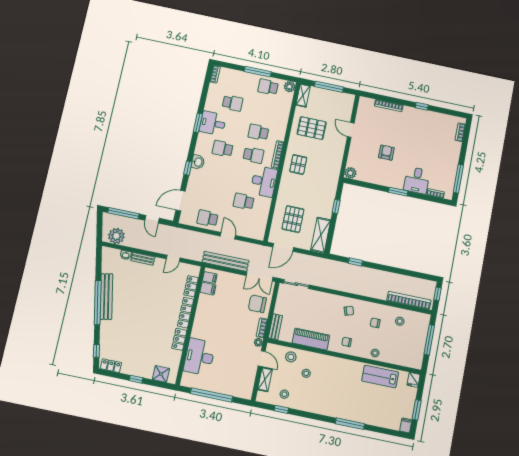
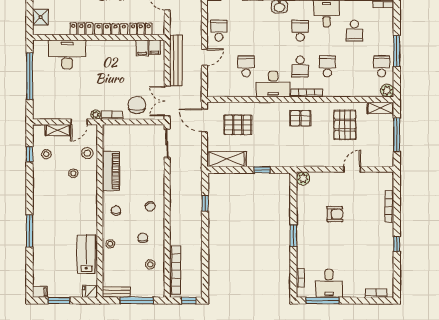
desk: (417, 180) -> (329, 283), moved, turned -90
bench: (275, 327) -> (116, 292), moved

